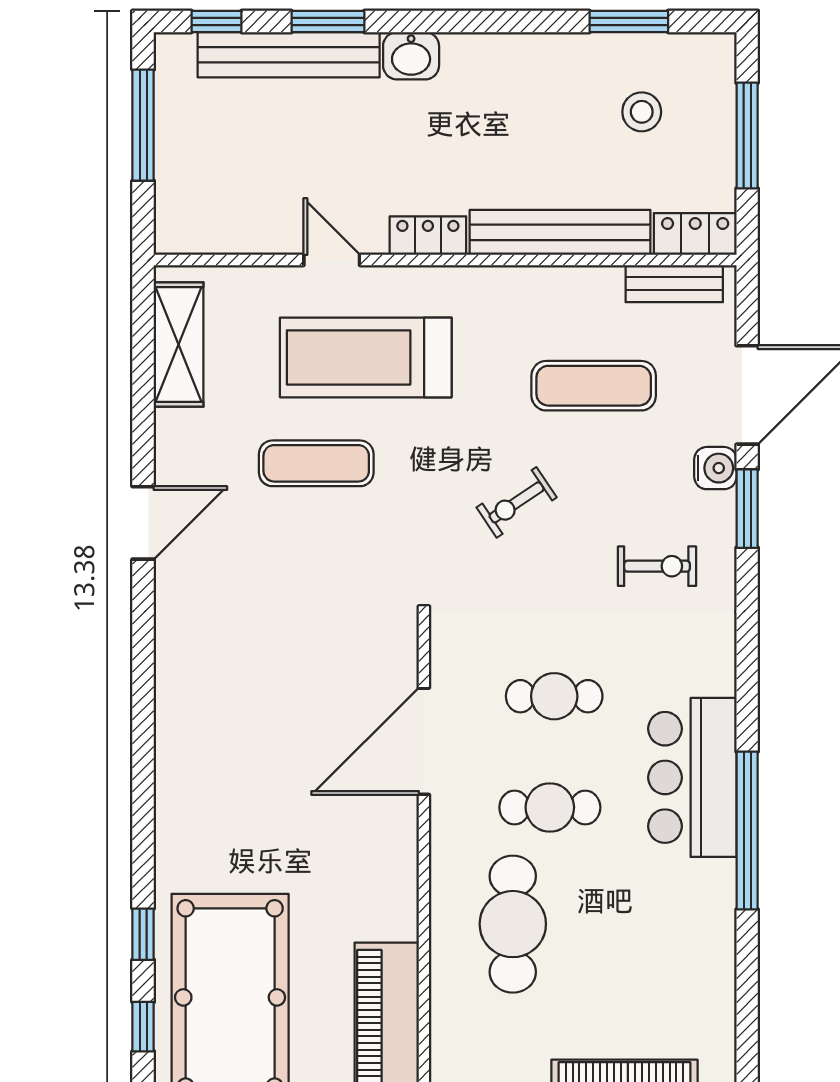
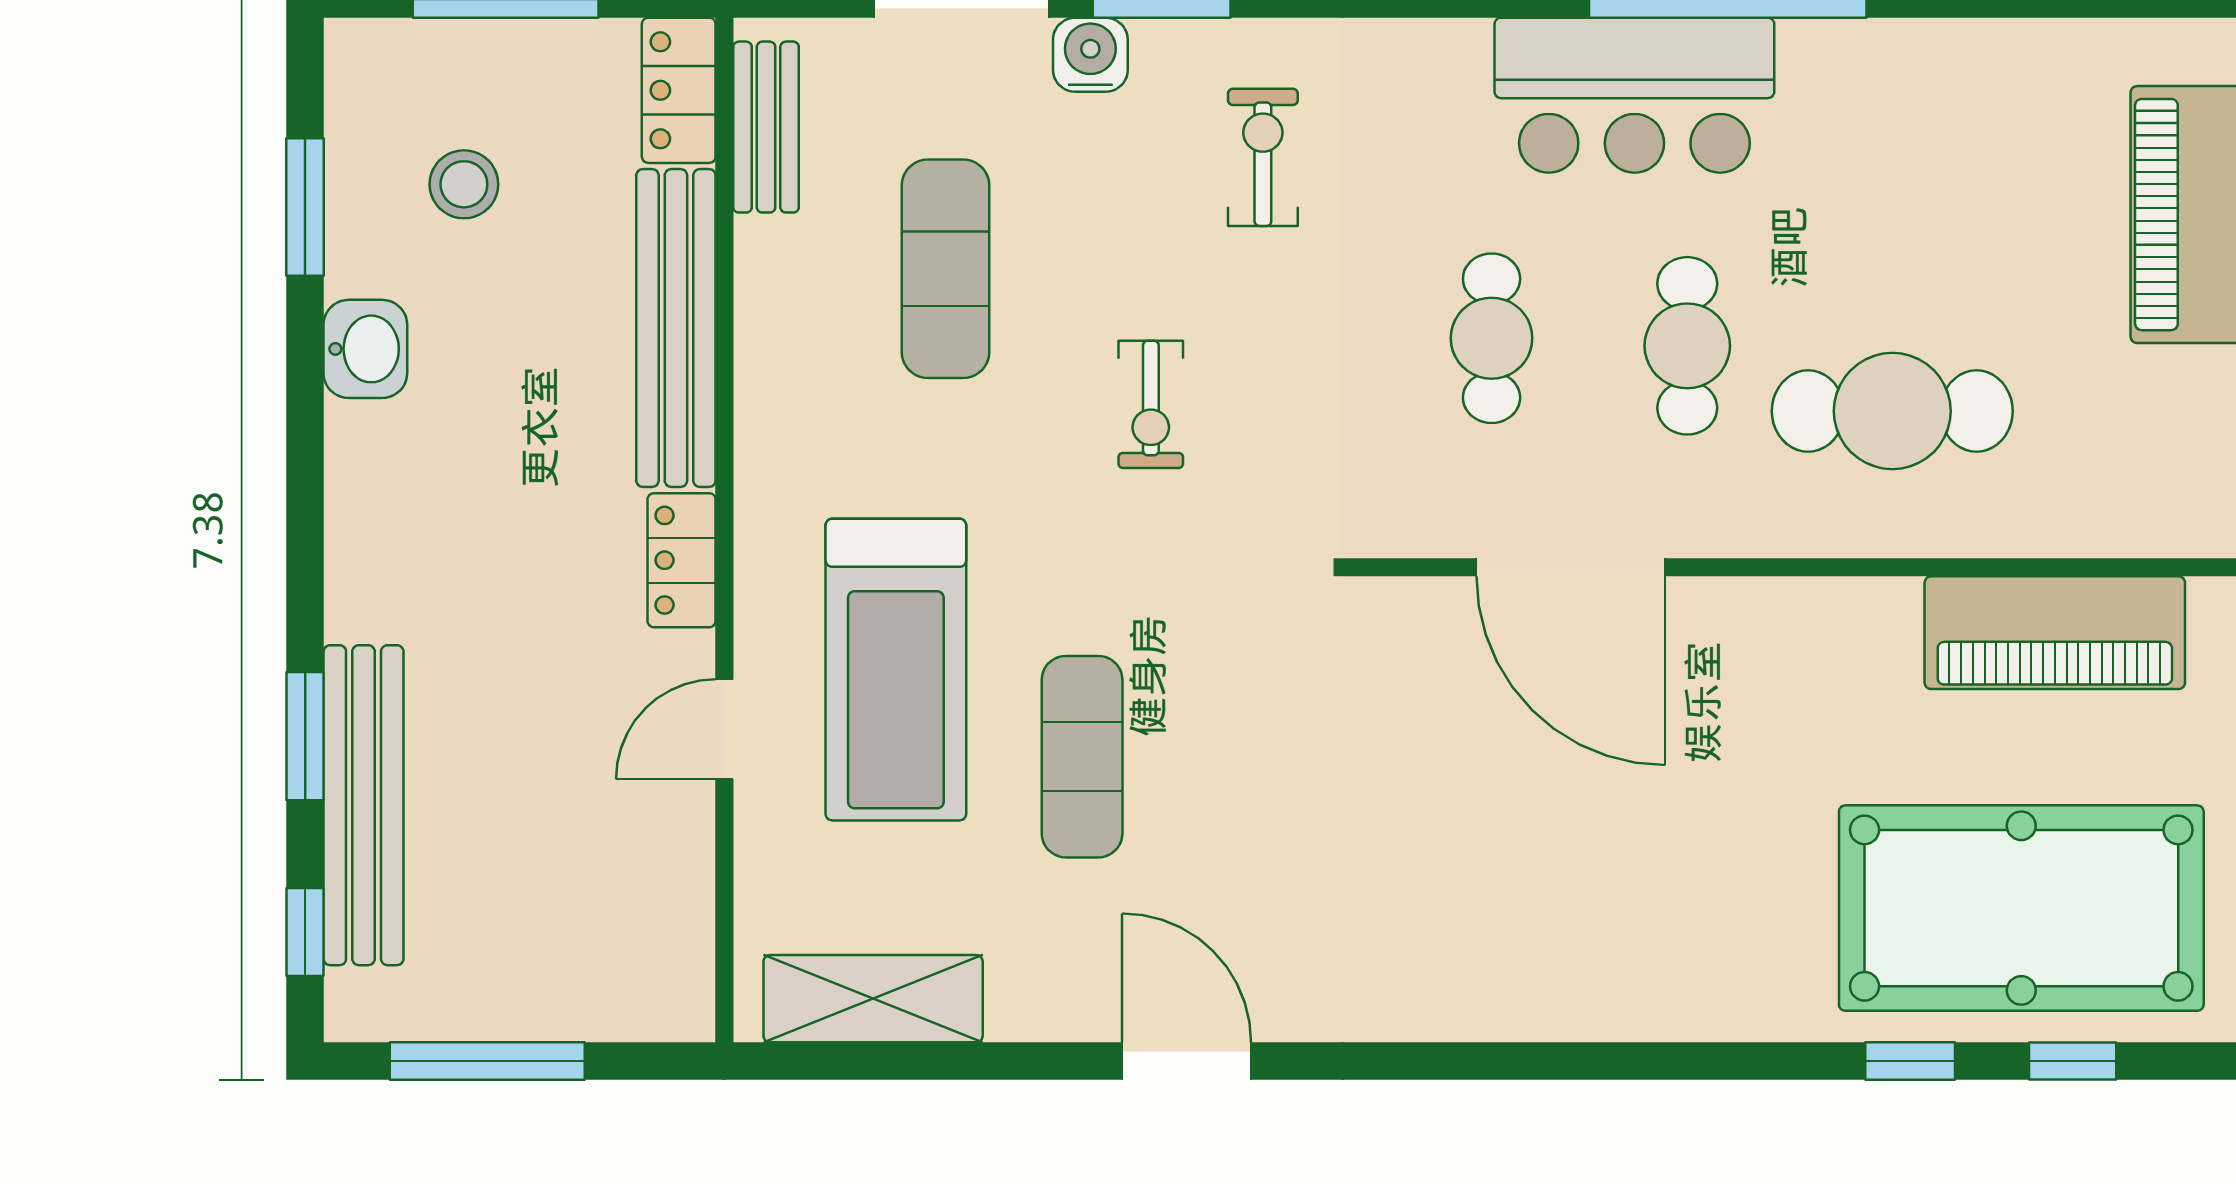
washbasin: (411, 56) -> (365, 349), moved
exercise bike: (517, 502) -> (1151, 404), turned 34

